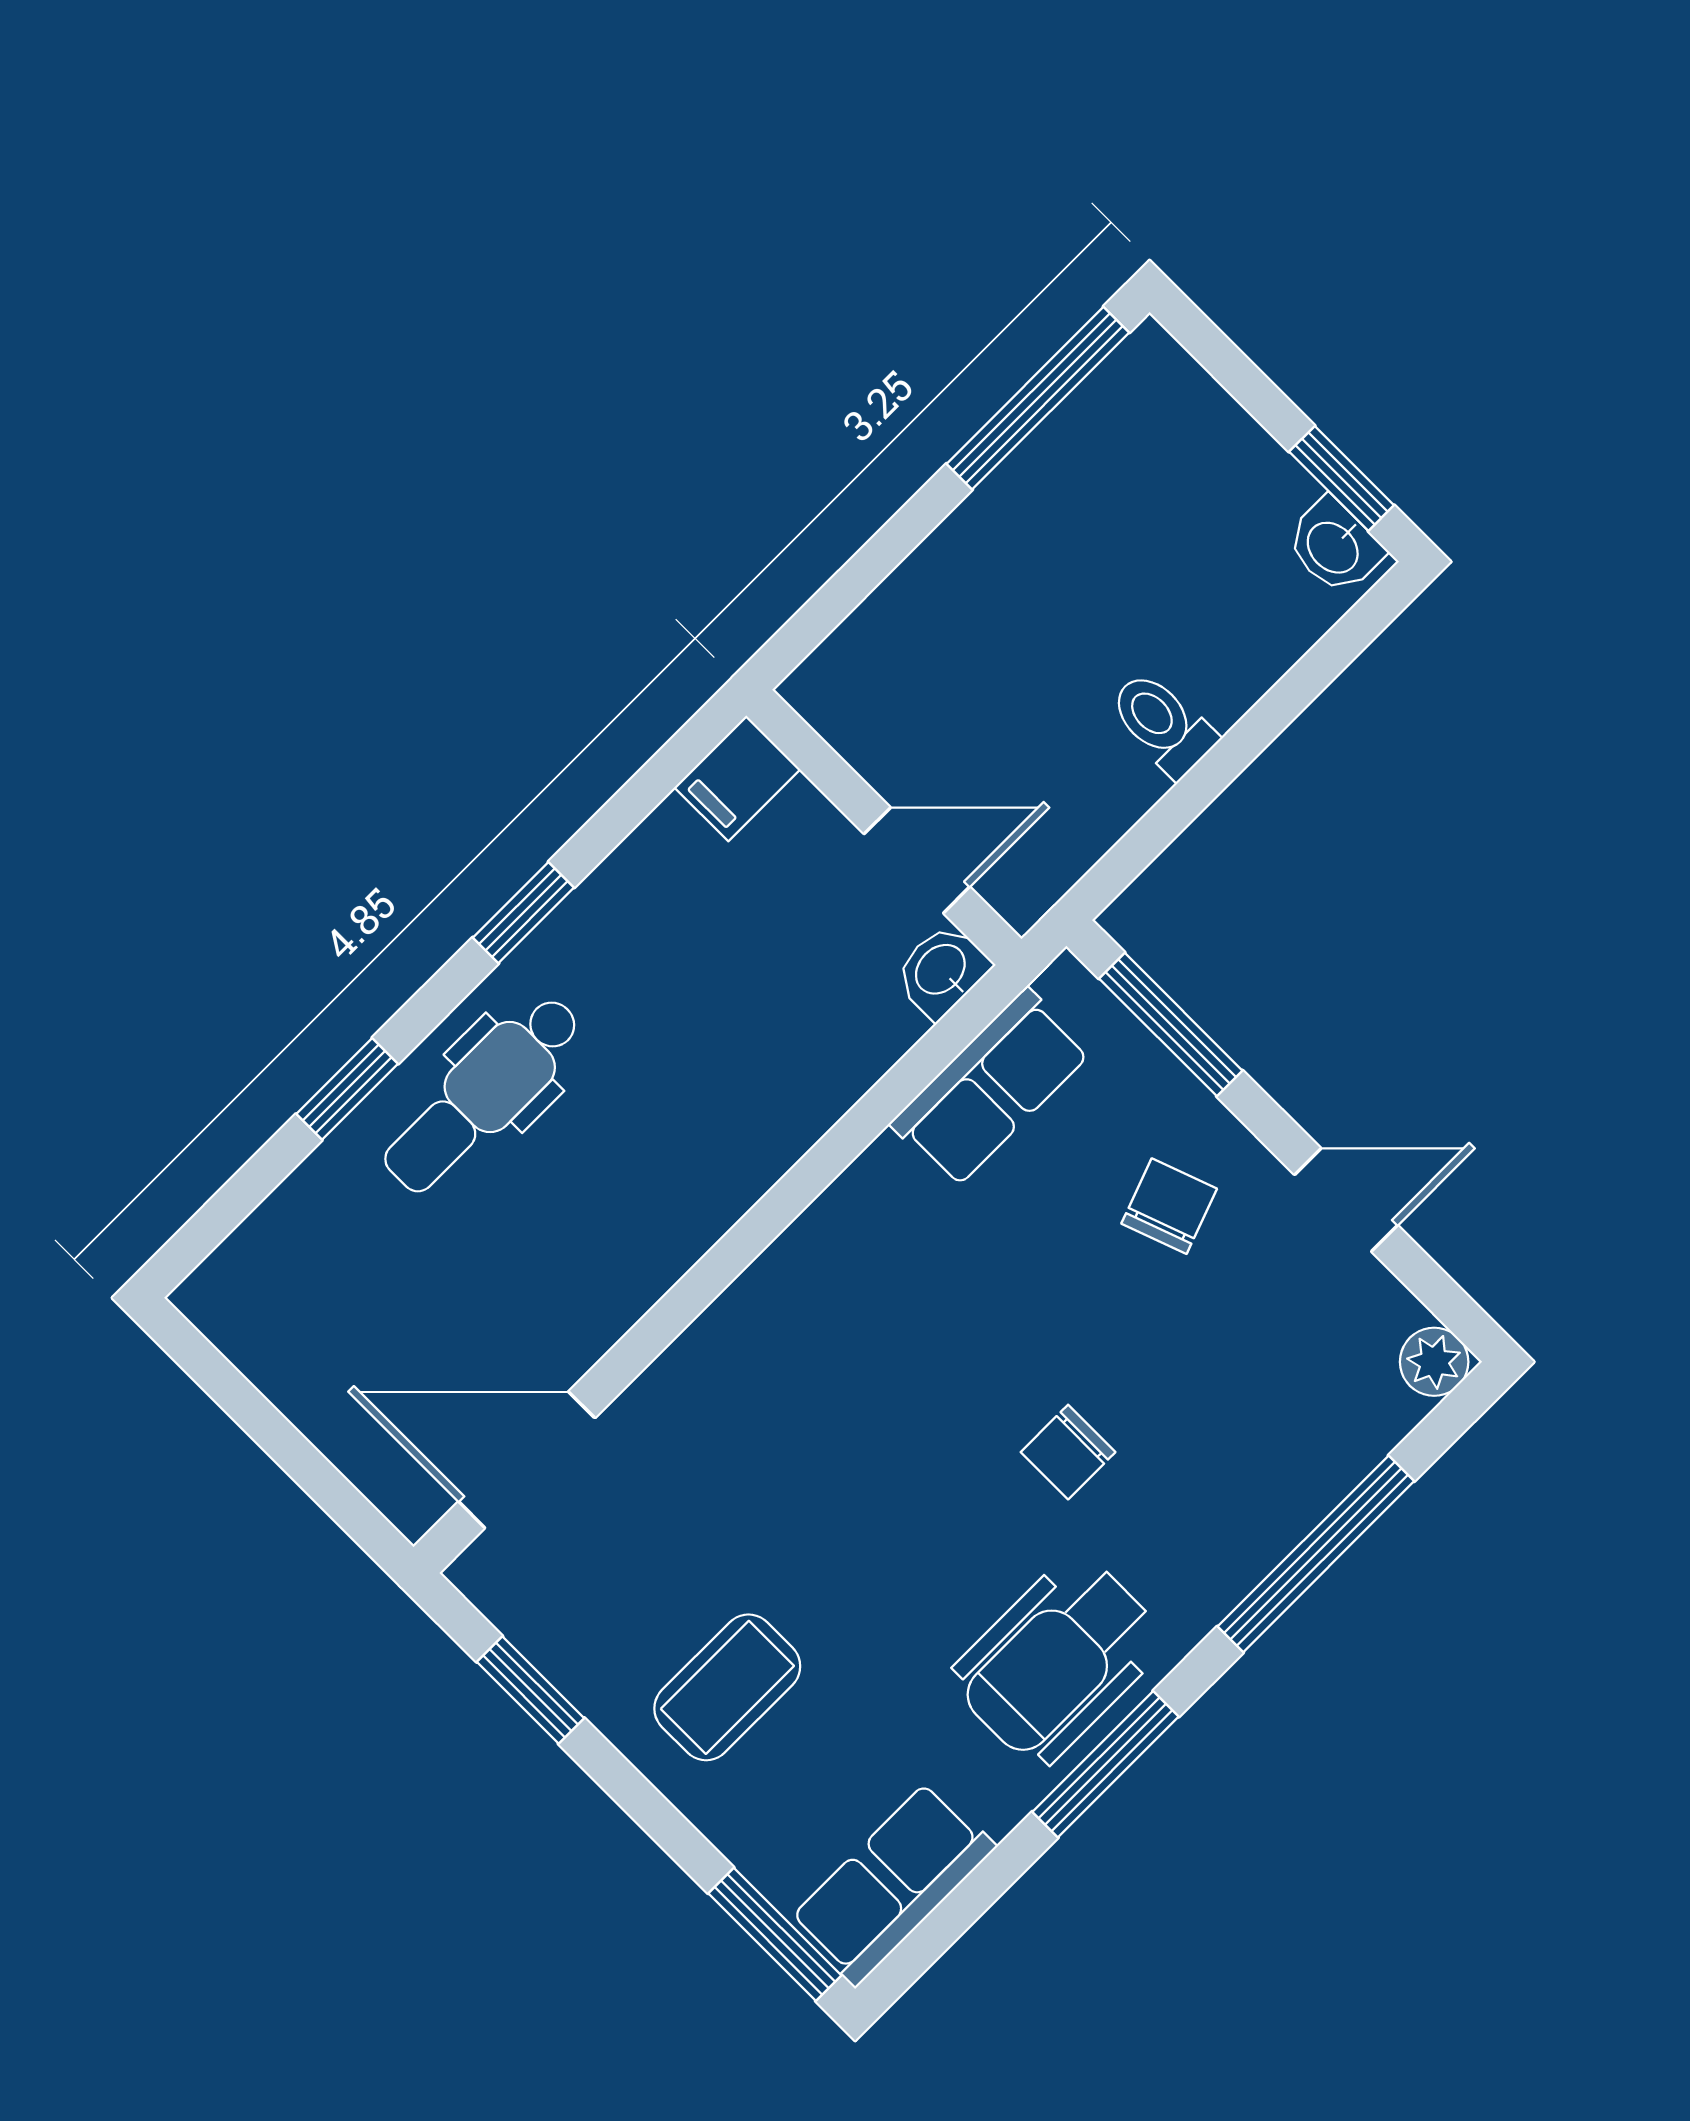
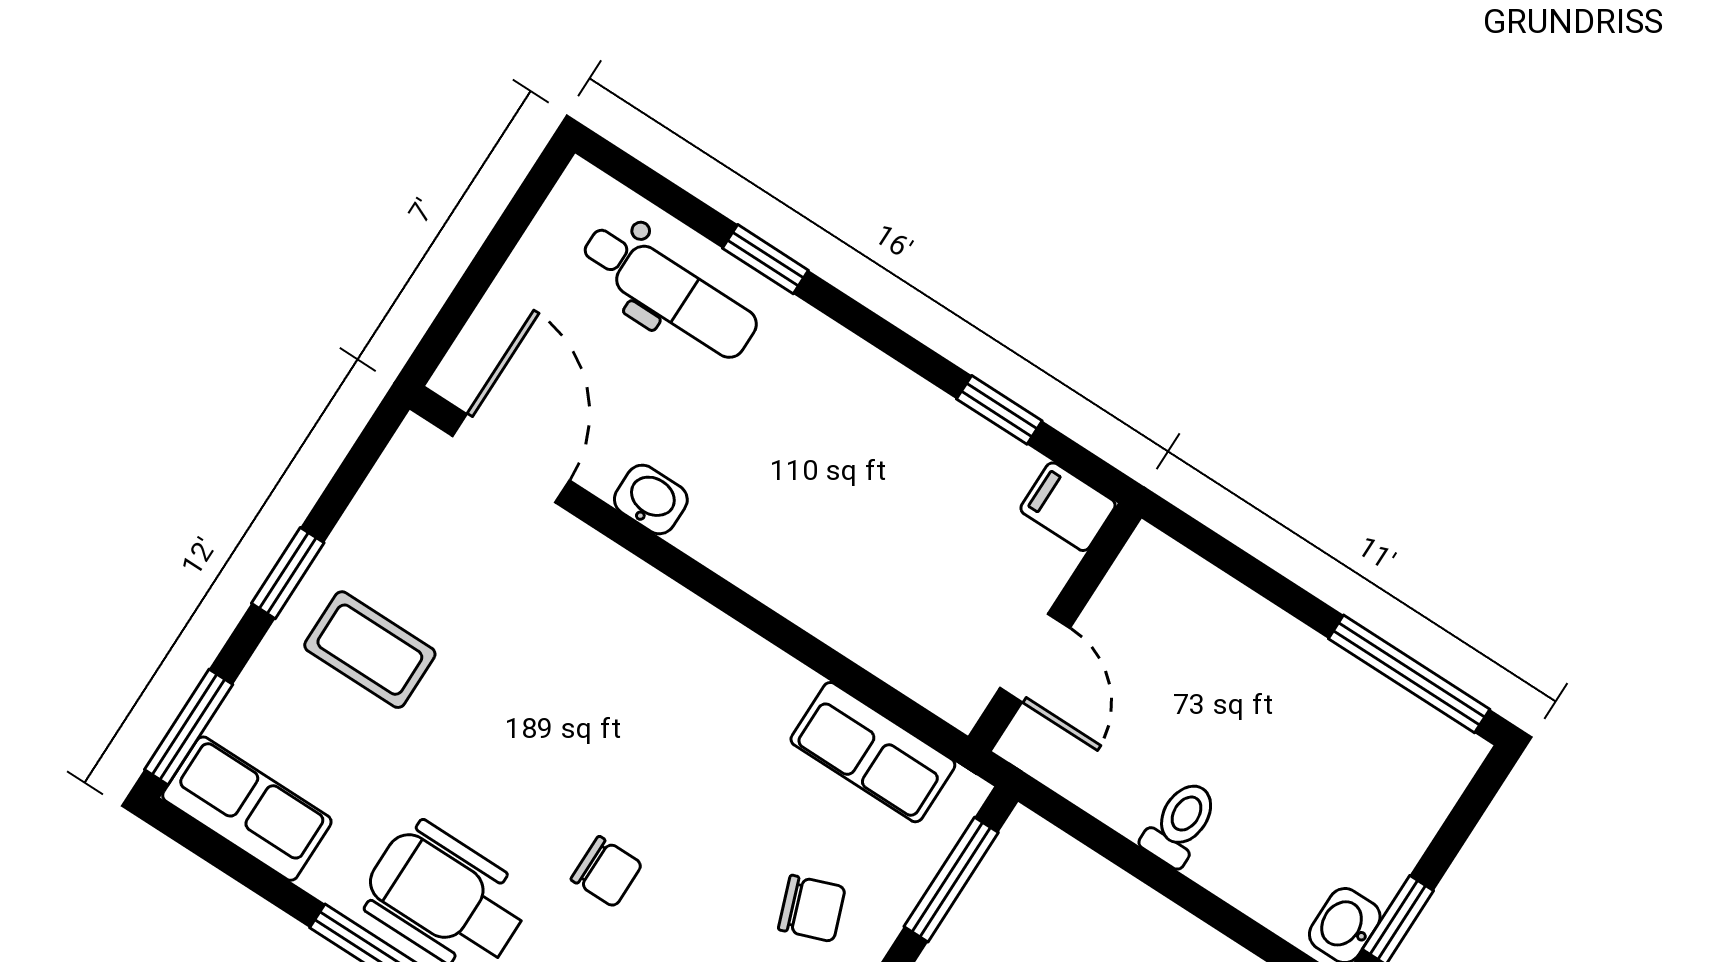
window: (523, 913) -> (999, 410), moved
washbasin: (942, 971) -> (651, 499), moved
dental chair: (483, 1094) -> (669, 291), moved, turned 180
chair: (1068, 1452) -> (607, 872), turned 180
window: (531, 1690) -> (288, 573), moved

